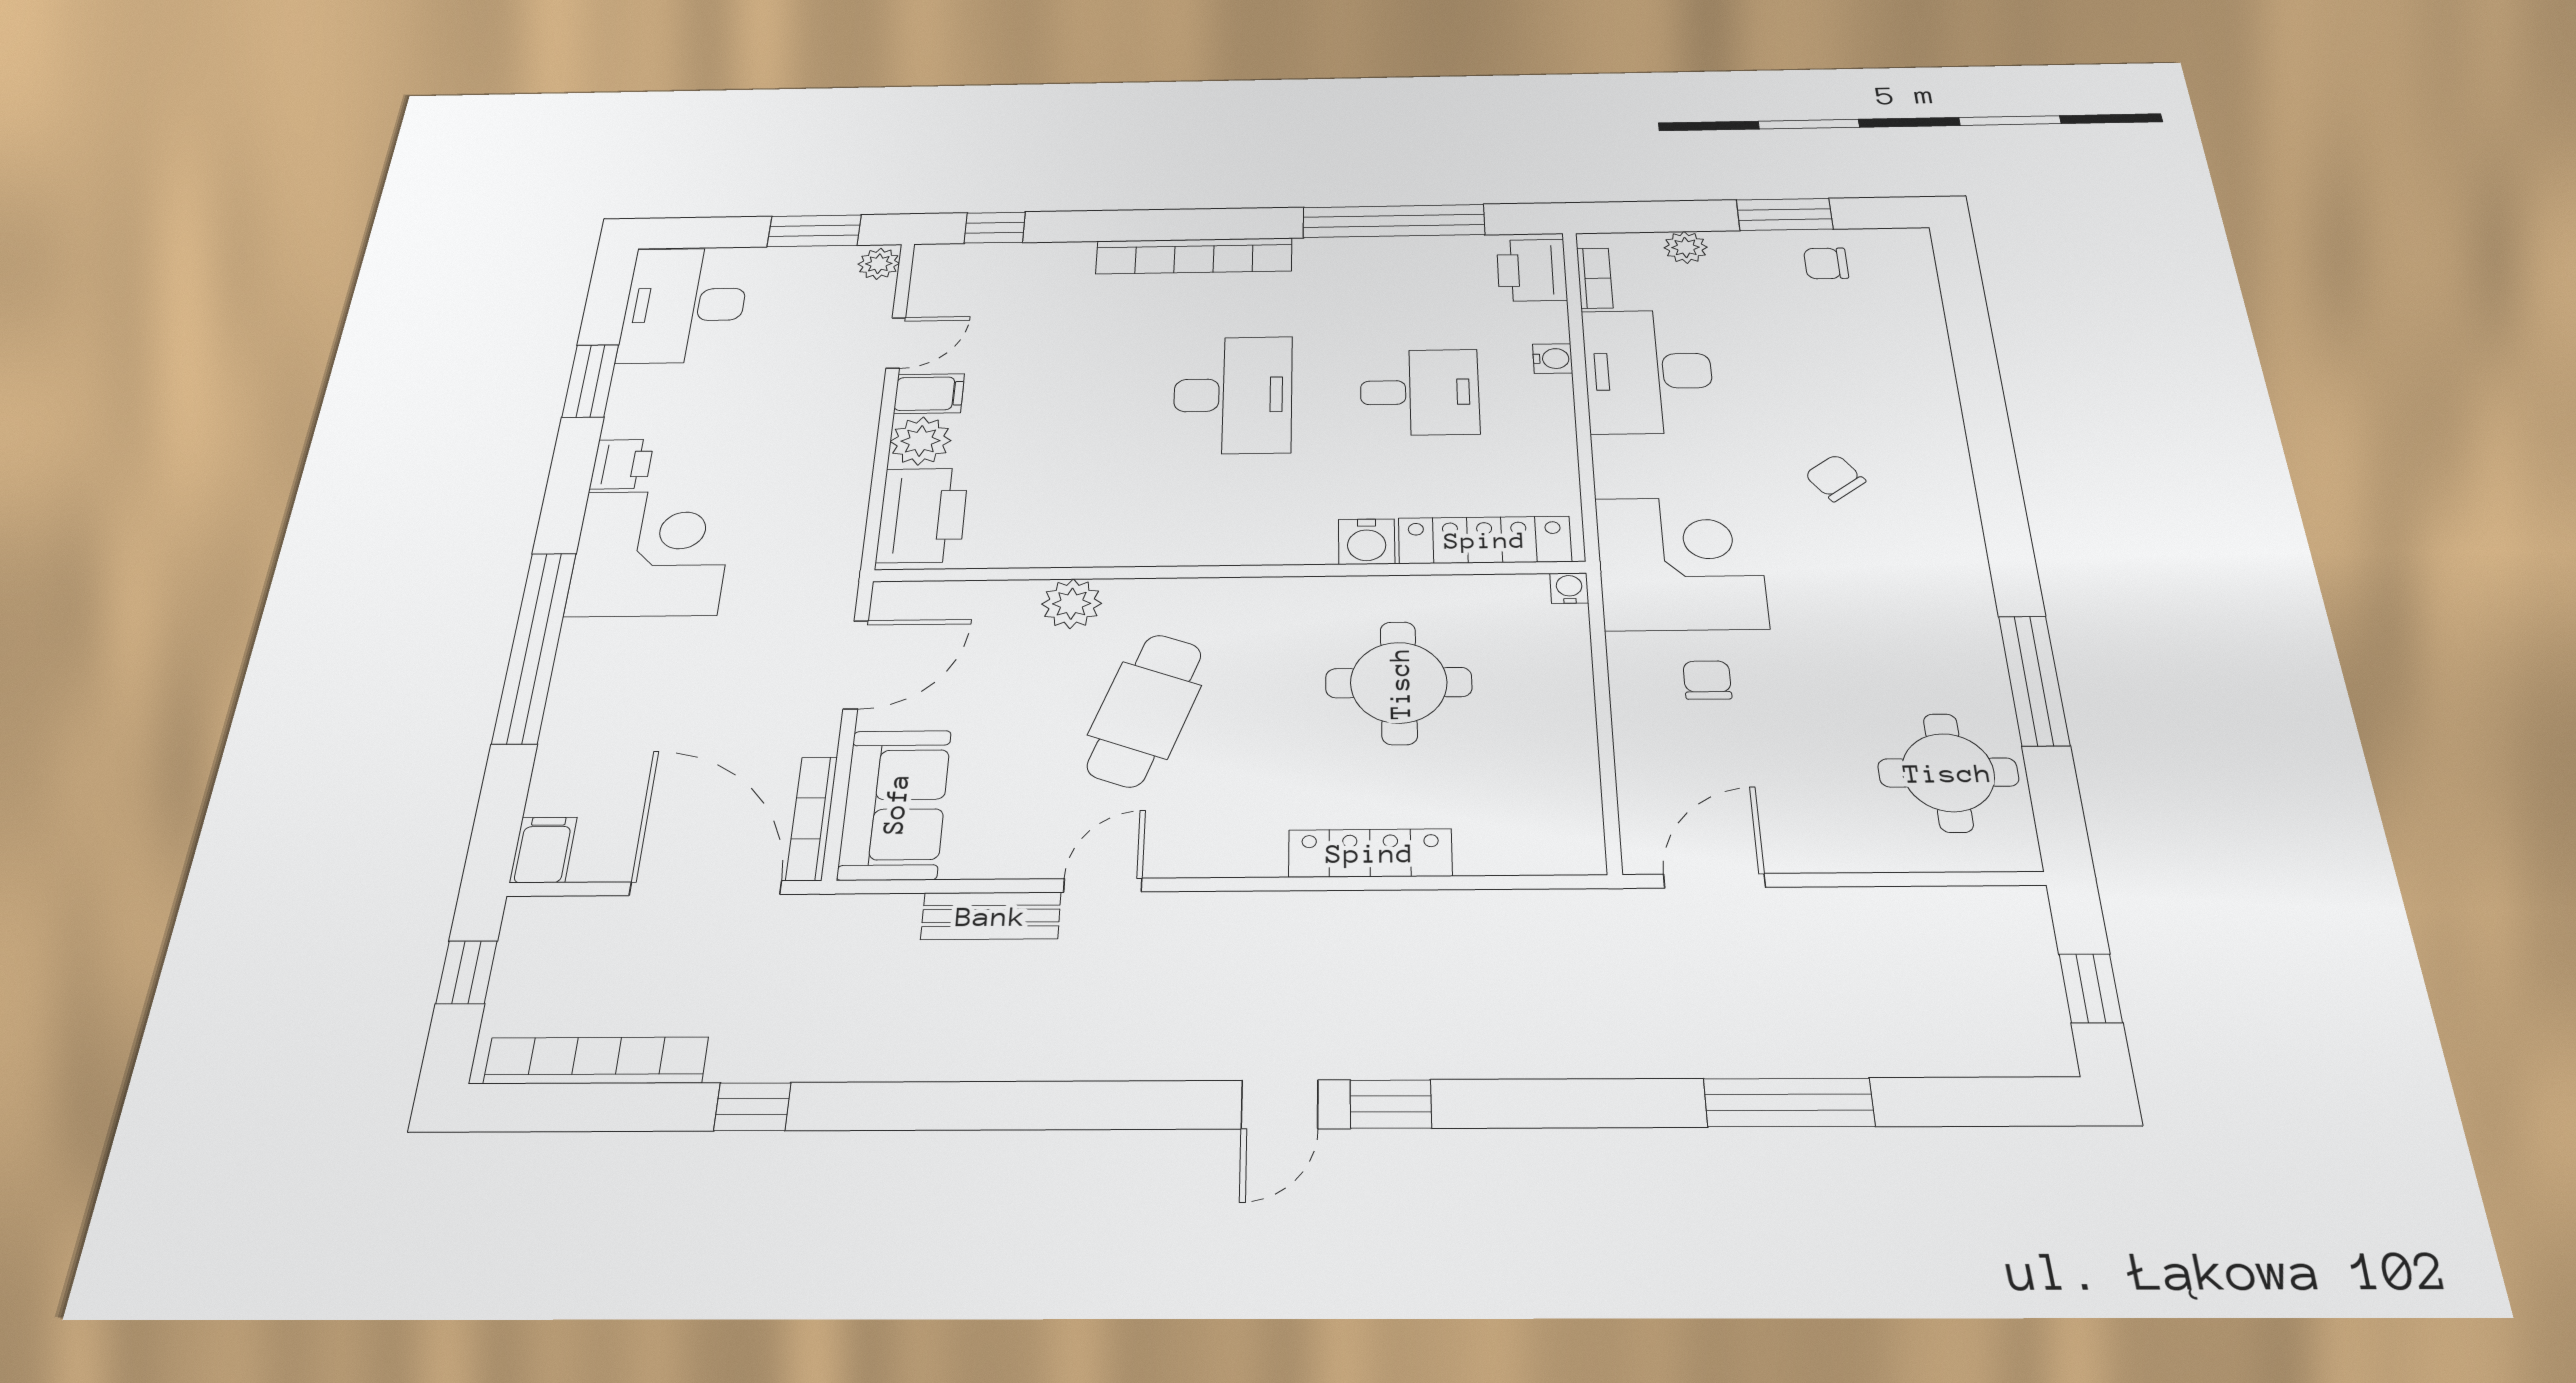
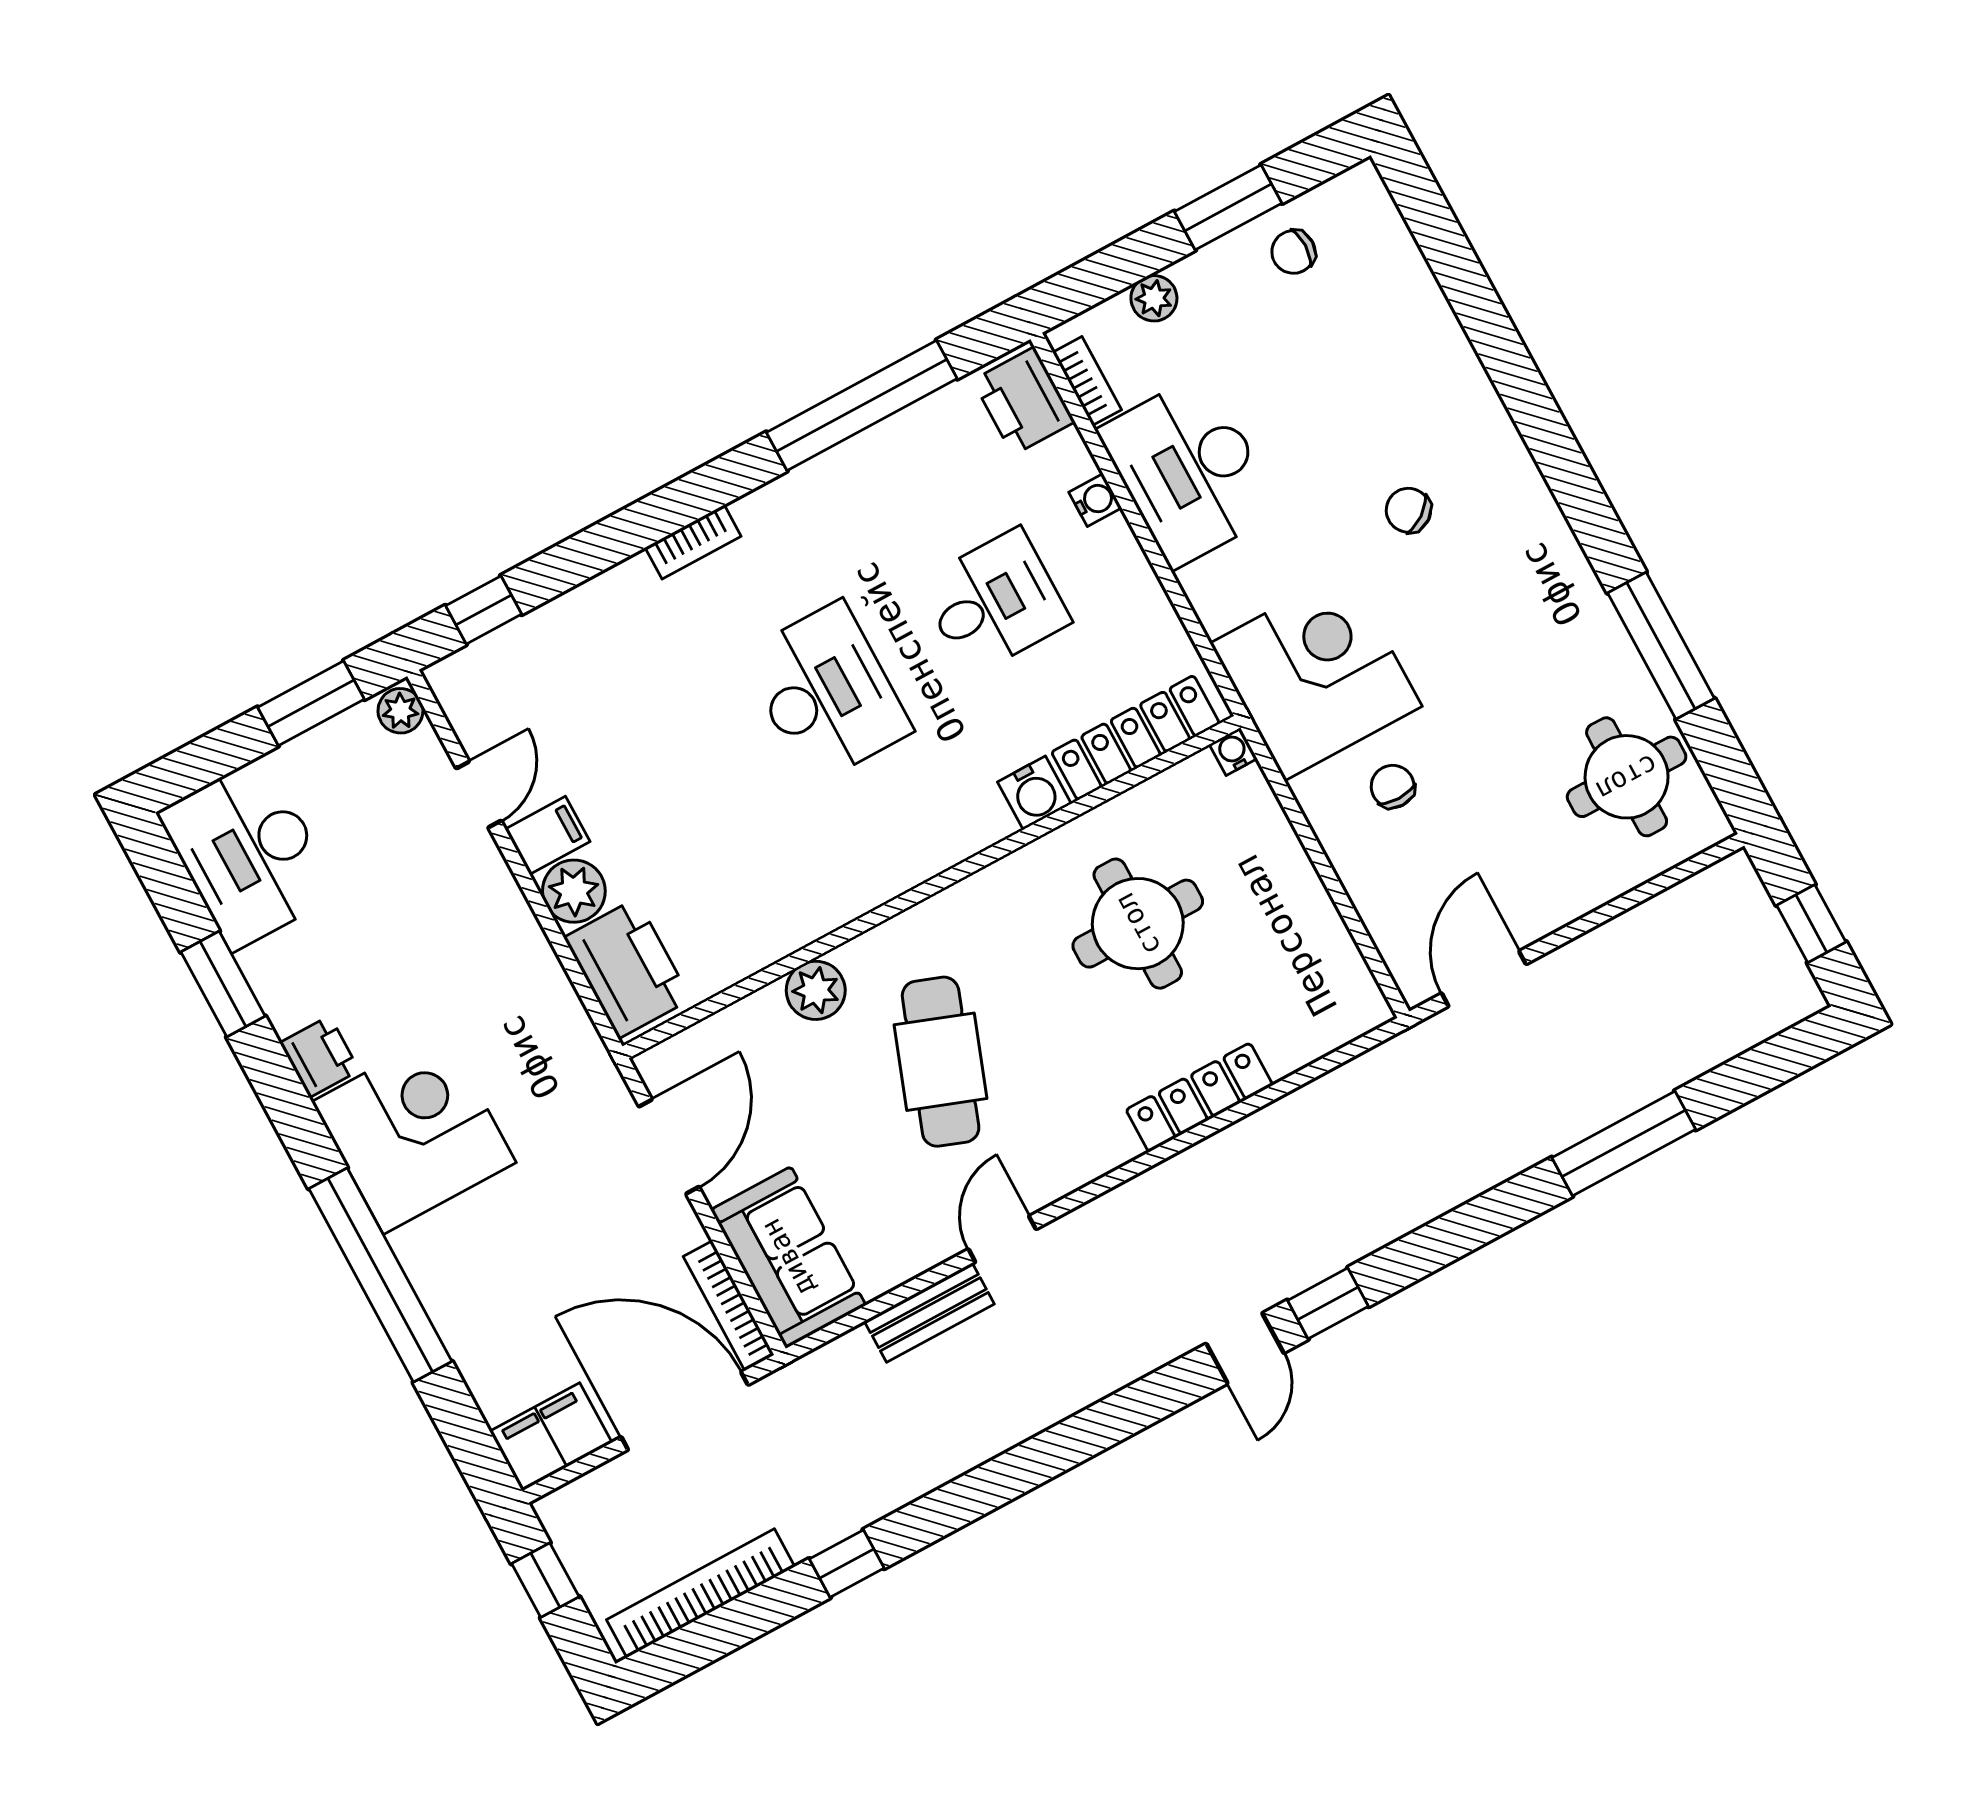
bookcase: (1194, 256) -> (693, 542), width x0.43, depth x0.76
filing cabinet: (543, 850) -> (551, 1437), width x2.00

